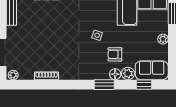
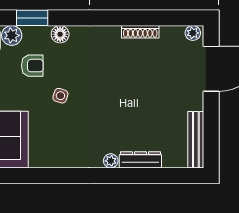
floor lamp: (115, 74) -> (60, 34), moved
window: (104, 85) -> (32, 18), moved

